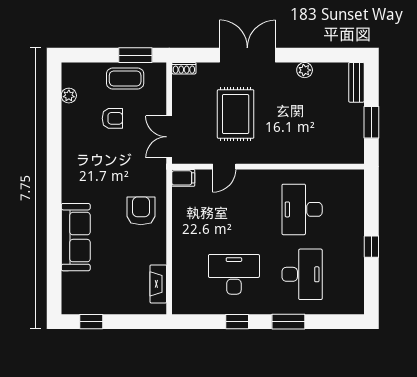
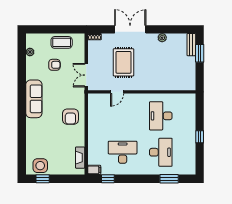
window: (135, 55) -> (67, 29), removed
window: (371, 122) -> (200, 53), moved
filing cabinet: (183, 178) -> (94, 170), moved
armchair: (141, 211) -> (70, 117), turned 180
sofa: (76, 237) -> (34, 99), moved
side table: (87, 298) -> (40, 166), added
window: (237, 322) -> (108, 179), moved
window: (288, 322) -> (169, 179), moved

